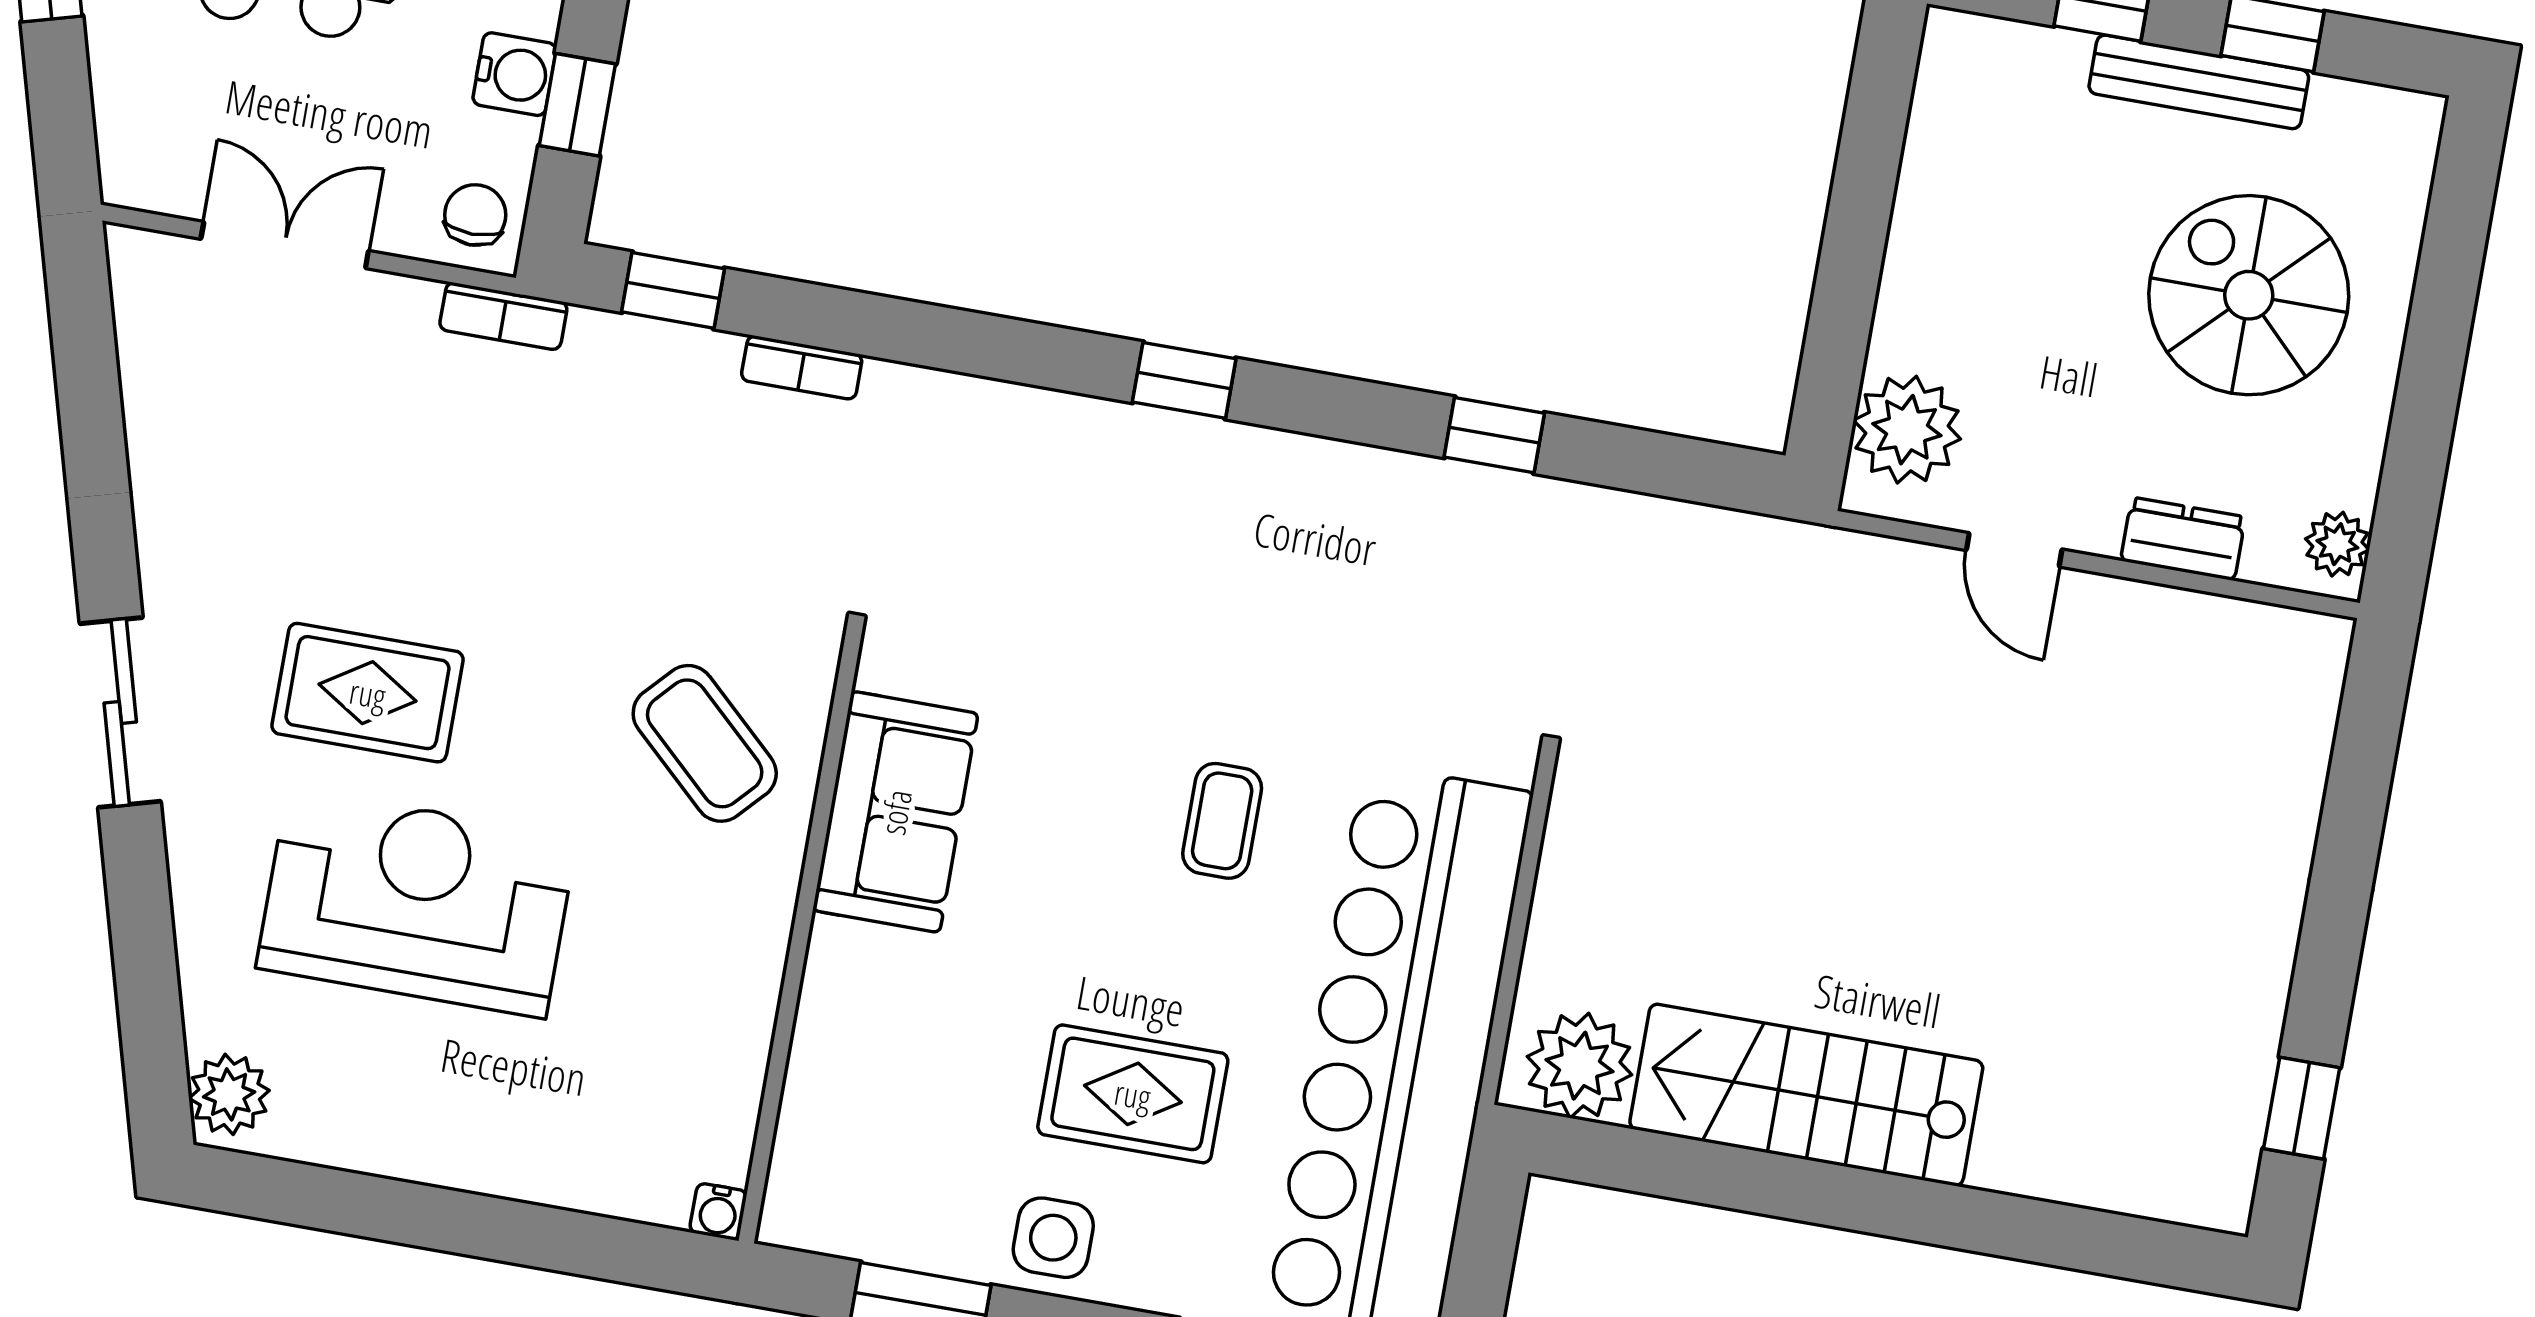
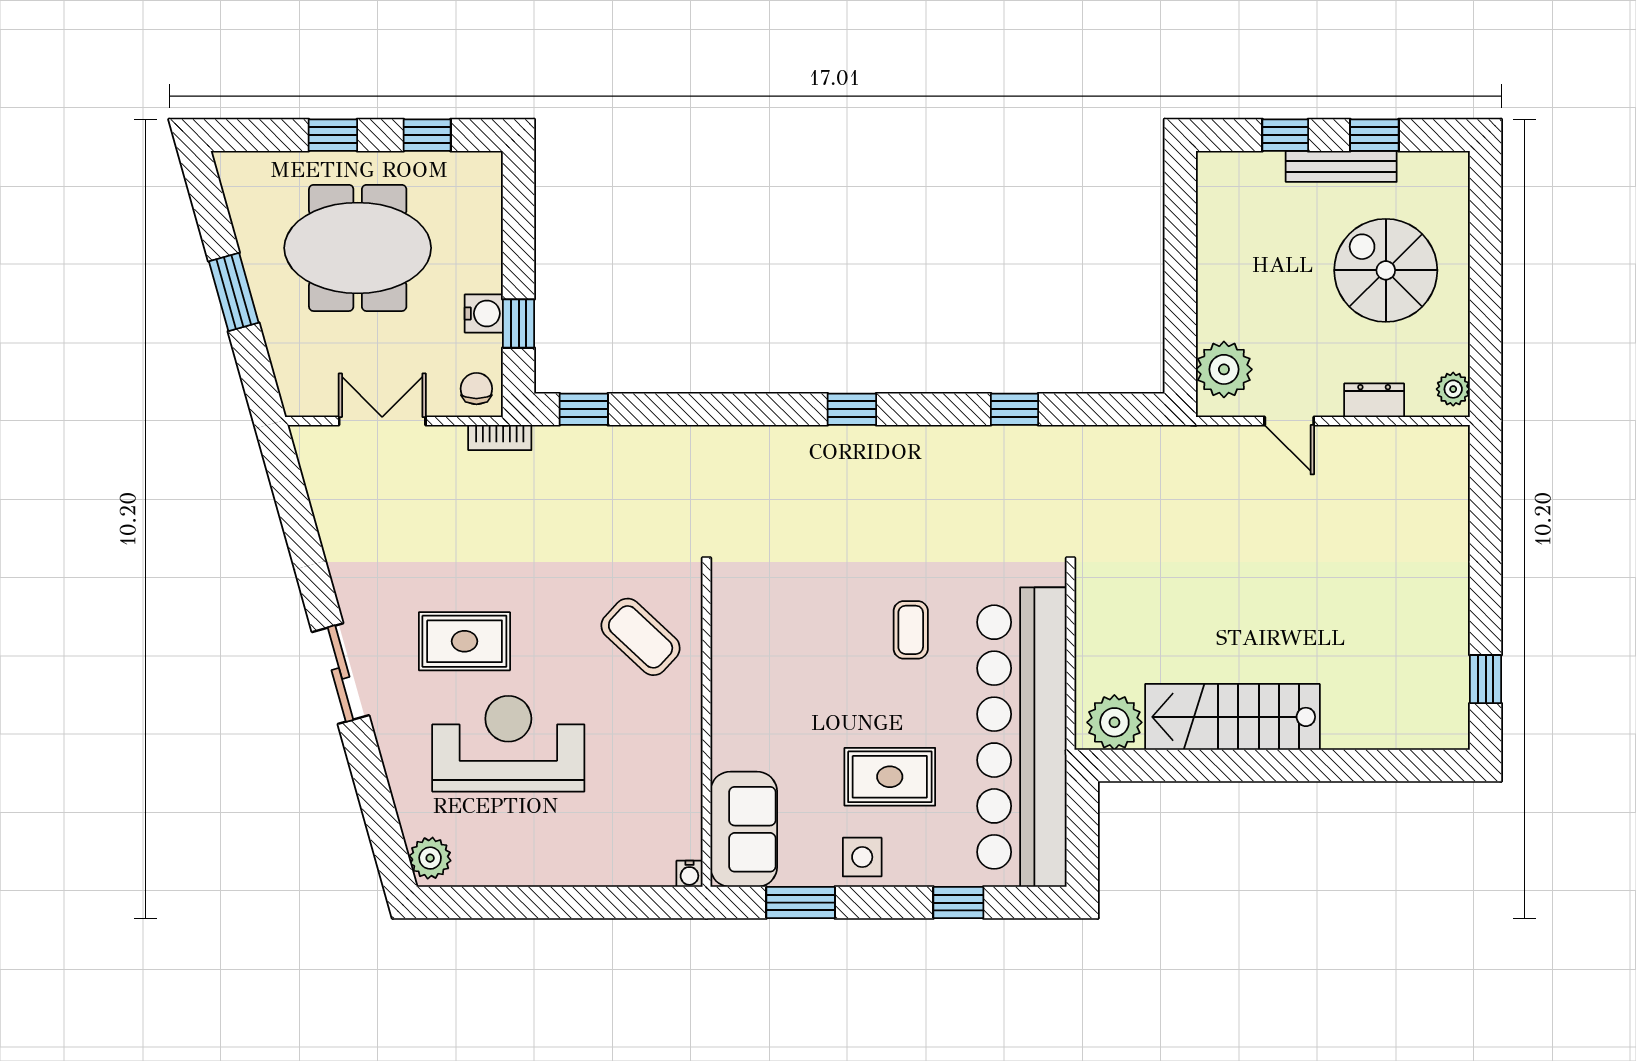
bookcase: (802, 367) -> (656, 437), removed
sofa: (895, 812) -> (744, 829), moved

